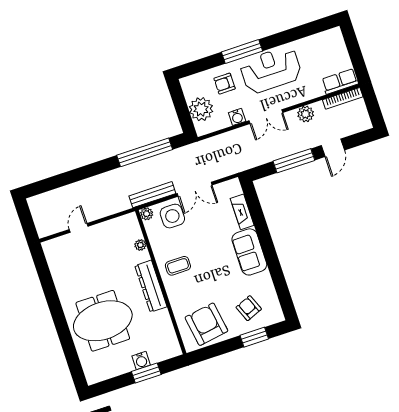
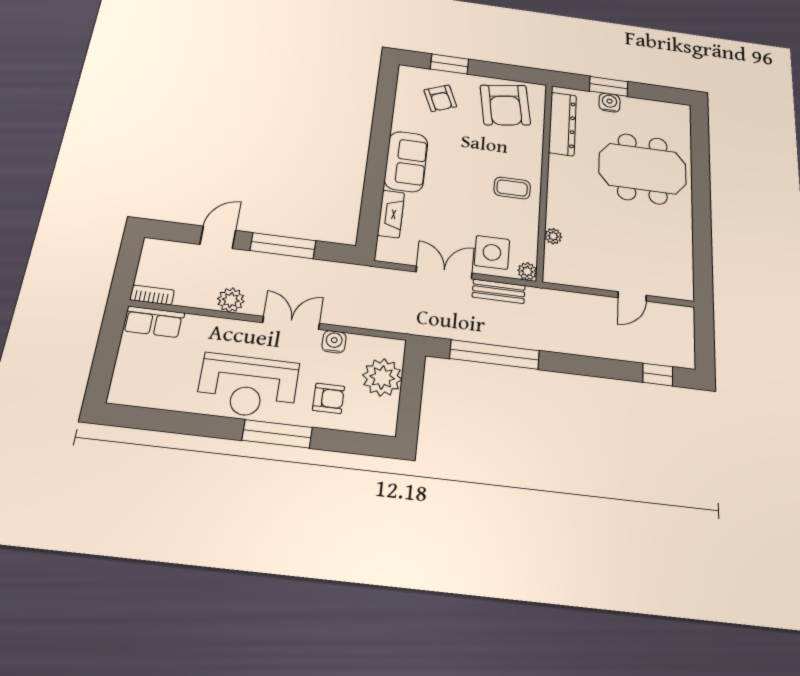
bookcase: (343, 98) -> (152, 295), width x0.64
window: (47, 185) -> (658, 375), added
bench: (152, 195) -> (499, 291), width x0.73
dresser: (151, 286) -> (563, 124), moved

